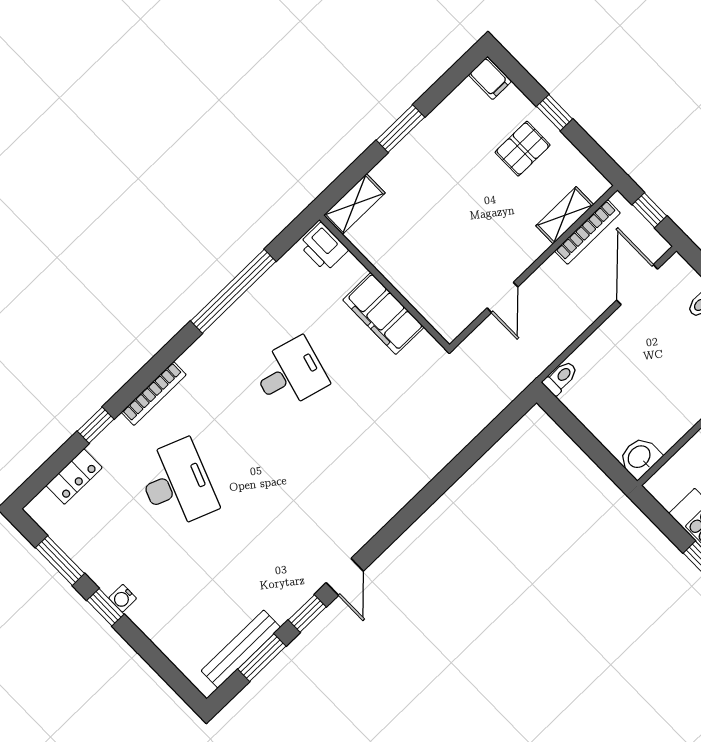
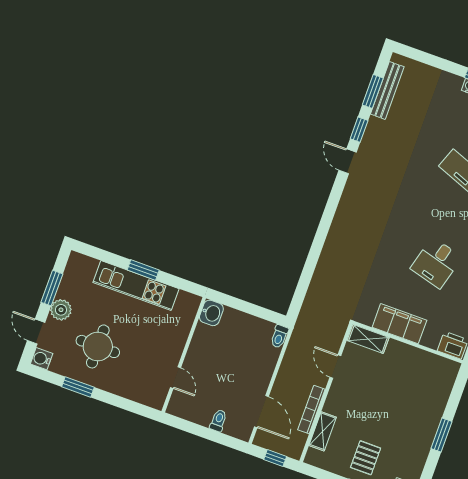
shelving: (354, 204) -> (368, 339), moved, turned 90
bookcase: (587, 232) -> (311, 410), moved

